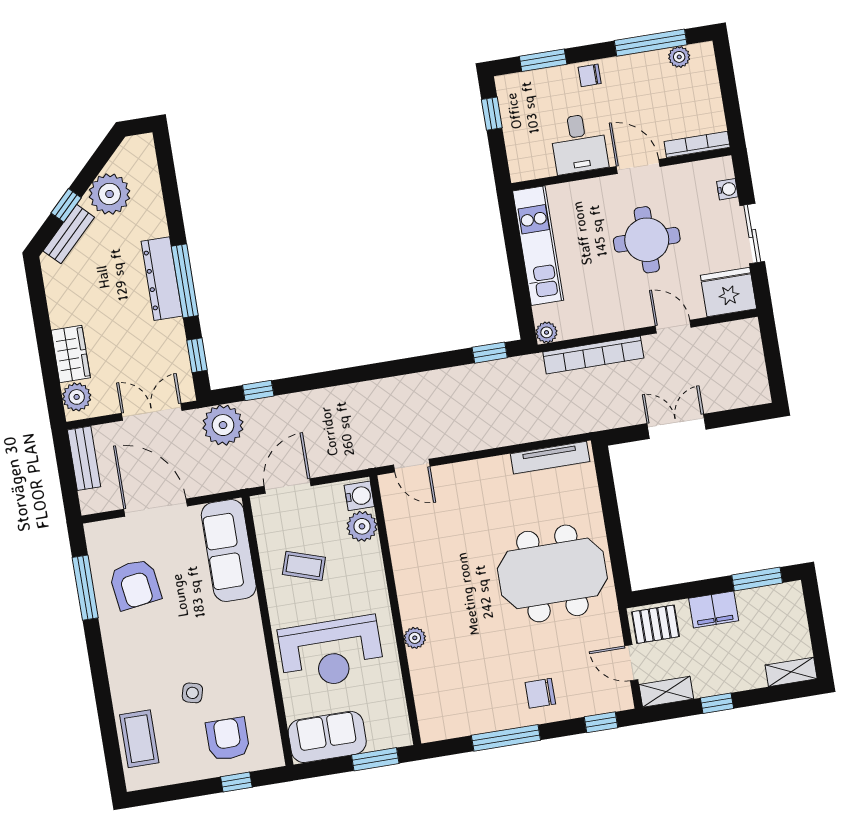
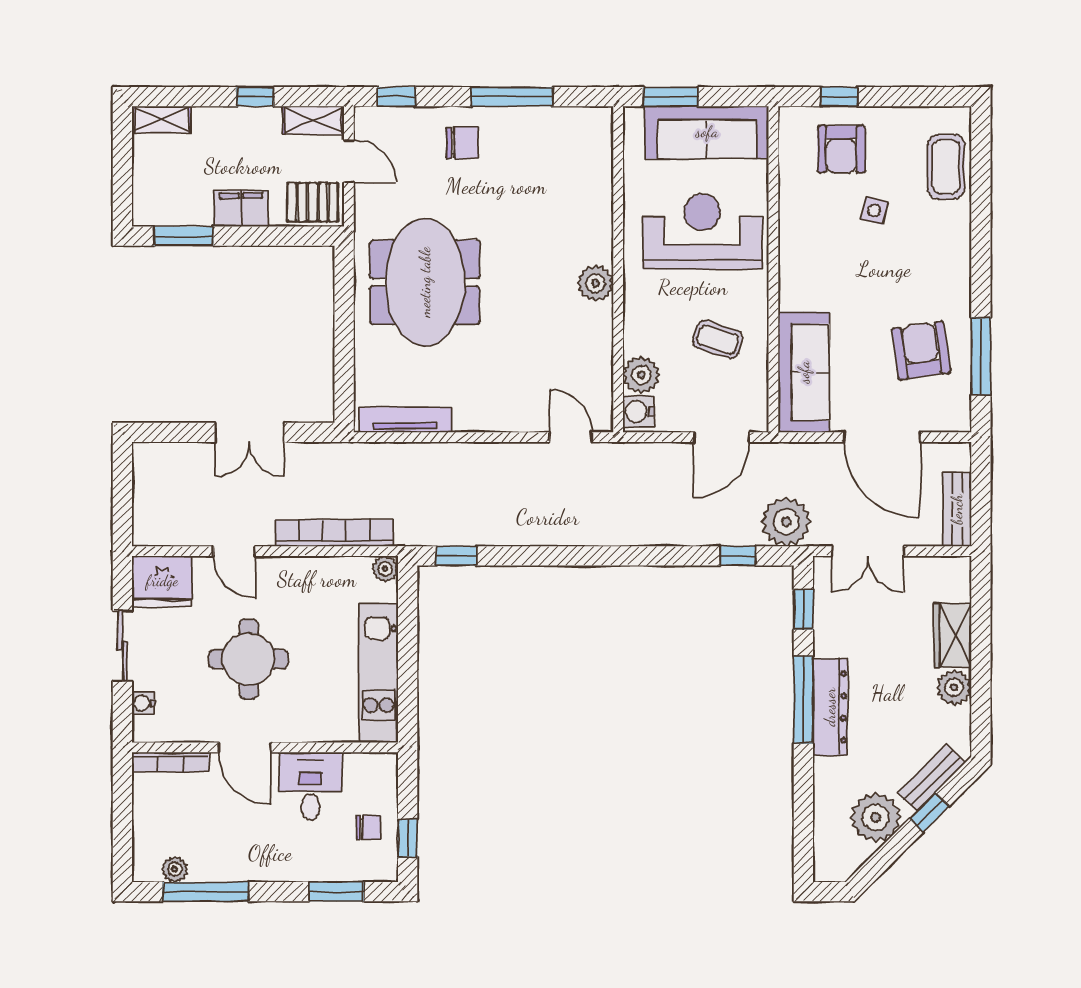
chair: (590, 75) -> (368, 827), moved
plant: (77, 397) -> (954, 687), moved
meeting table: (552, 573) -> (425, 282), turned 90
plant: (415, 638) -> (595, 283), moved, width x1.38, depth x1.38
sofa: (327, 737) -> (707, 132), width x1.36

